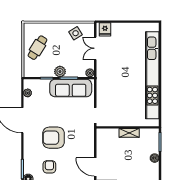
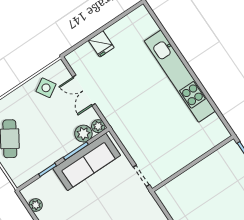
fridge: (105, 29) -> (101, 44), moved
plant: (60, 72) -> (83, 134), moved
kitchen unit: (152, 75) -> (180, 76), width x0.73
shelving: (129, 133) -> (199, 169), removed

